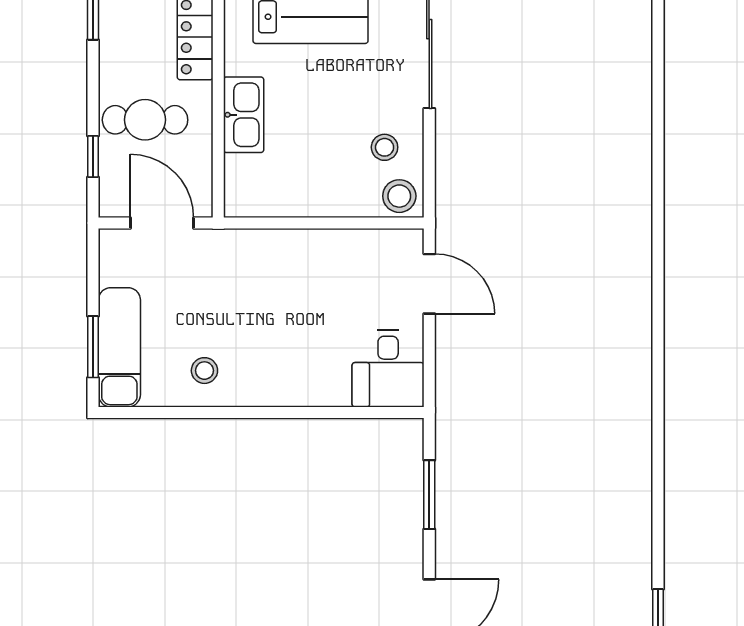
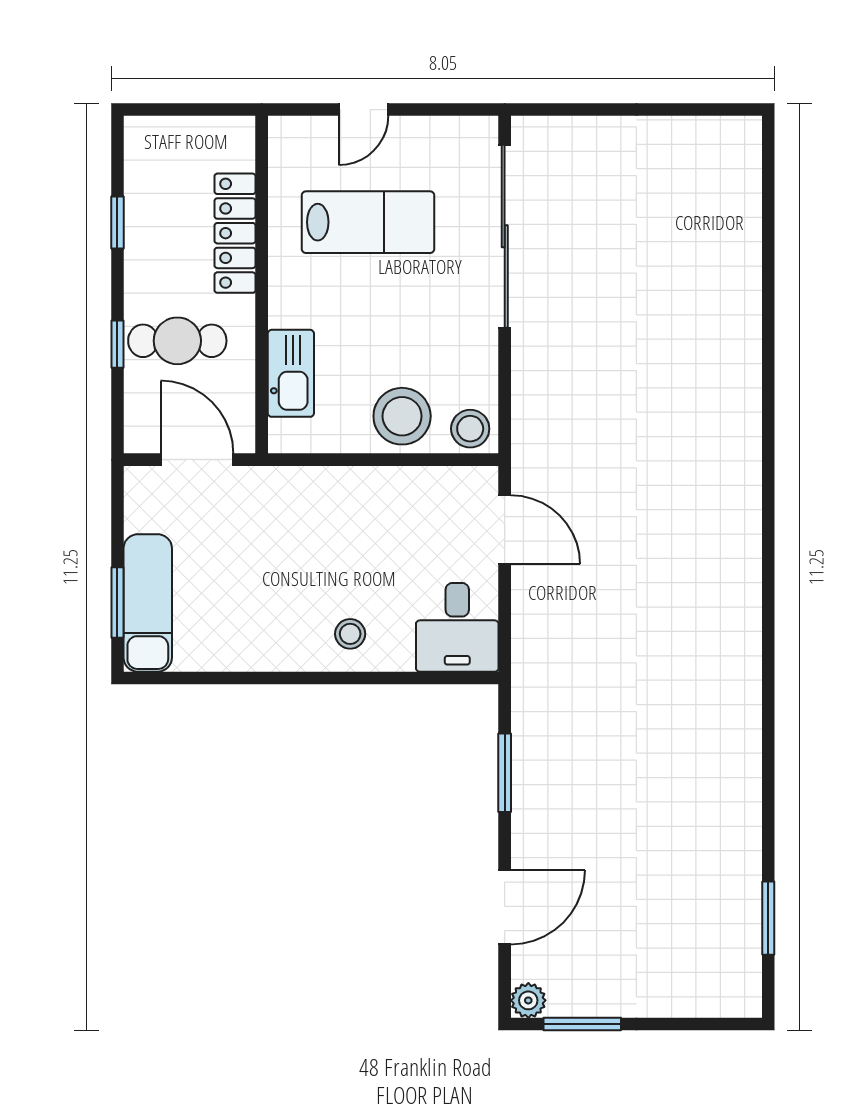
kitchen sink: (244, 115) -> (291, 373), moved
stool: (385, 147) -> (402, 416), moved, width x1.89, depth x1.89
window: (93, 157) -> (117, 344), moved
stool: (204, 371) -> (350, 634), moved

